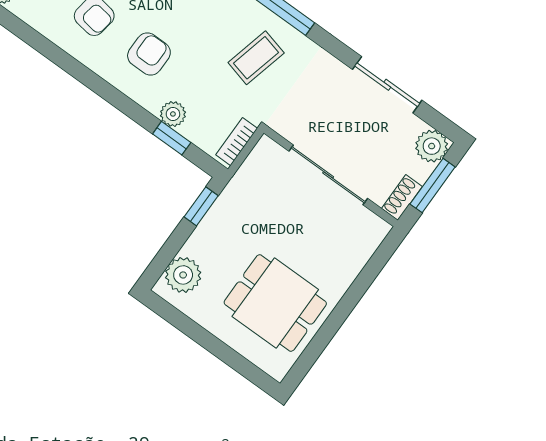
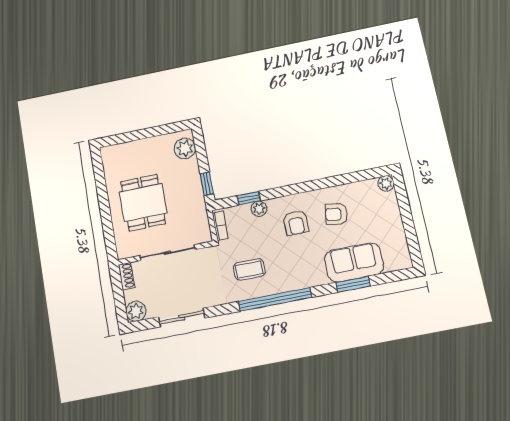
coffee table: (256, 58) -> (249, 269), turned 76
window: (433, 185) -> (119, 295), removed
dining table: (275, 303) -> (143, 203), moved, turned 90

